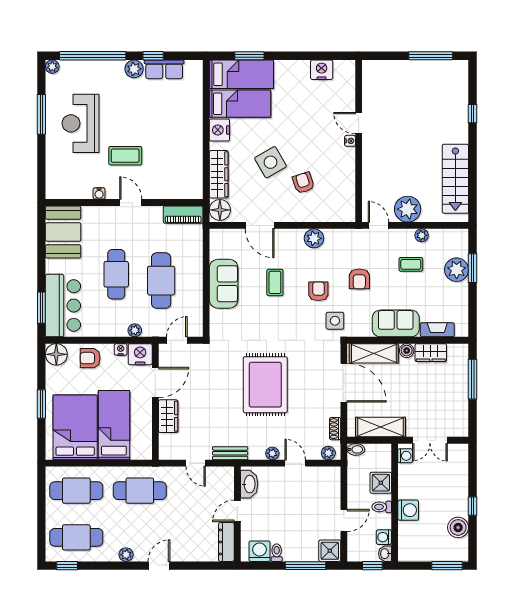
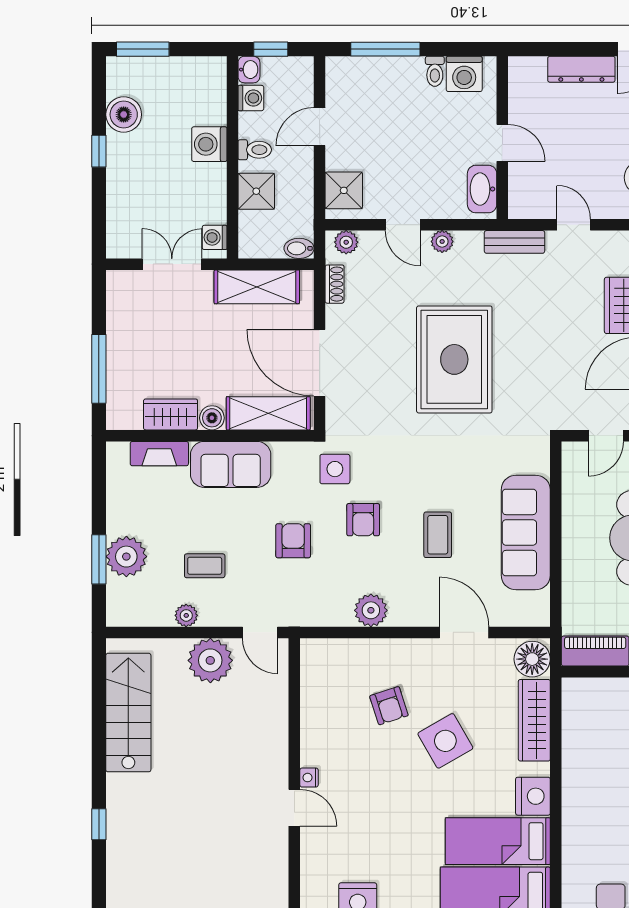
sofa: (224, 284) -> (526, 533), width x1.36
door: (237, 511) -> (502, 143), hinge flipped
dresser: (226, 542) -> (581, 69), moved, turned 90
shower: (330, 551) -> (344, 190), moved

